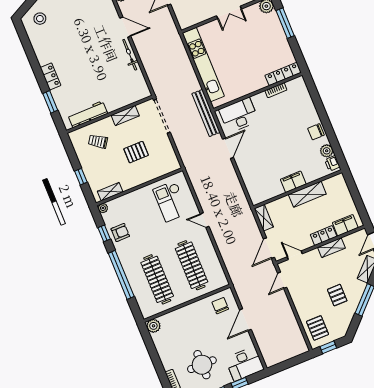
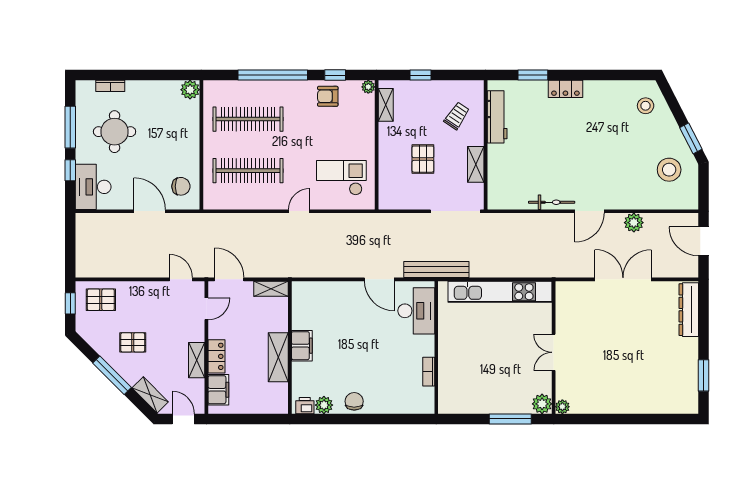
locker: (283, 74) -> (446, 390), removed
armchair: (120, 232) -> (328, 96), turned 90

